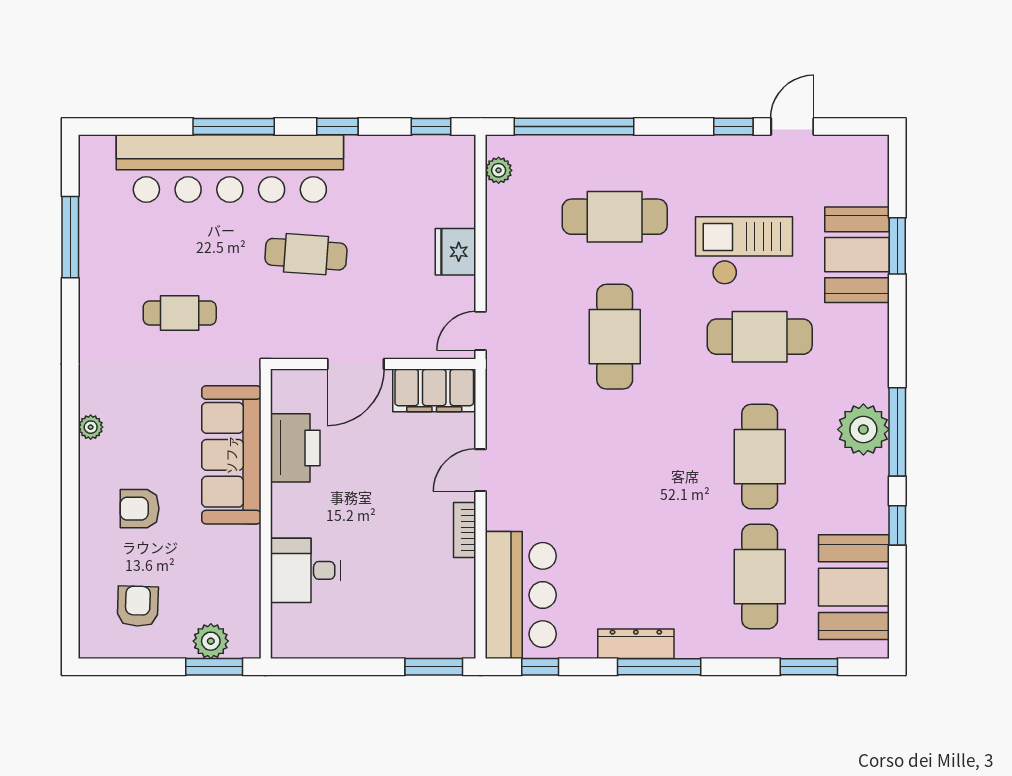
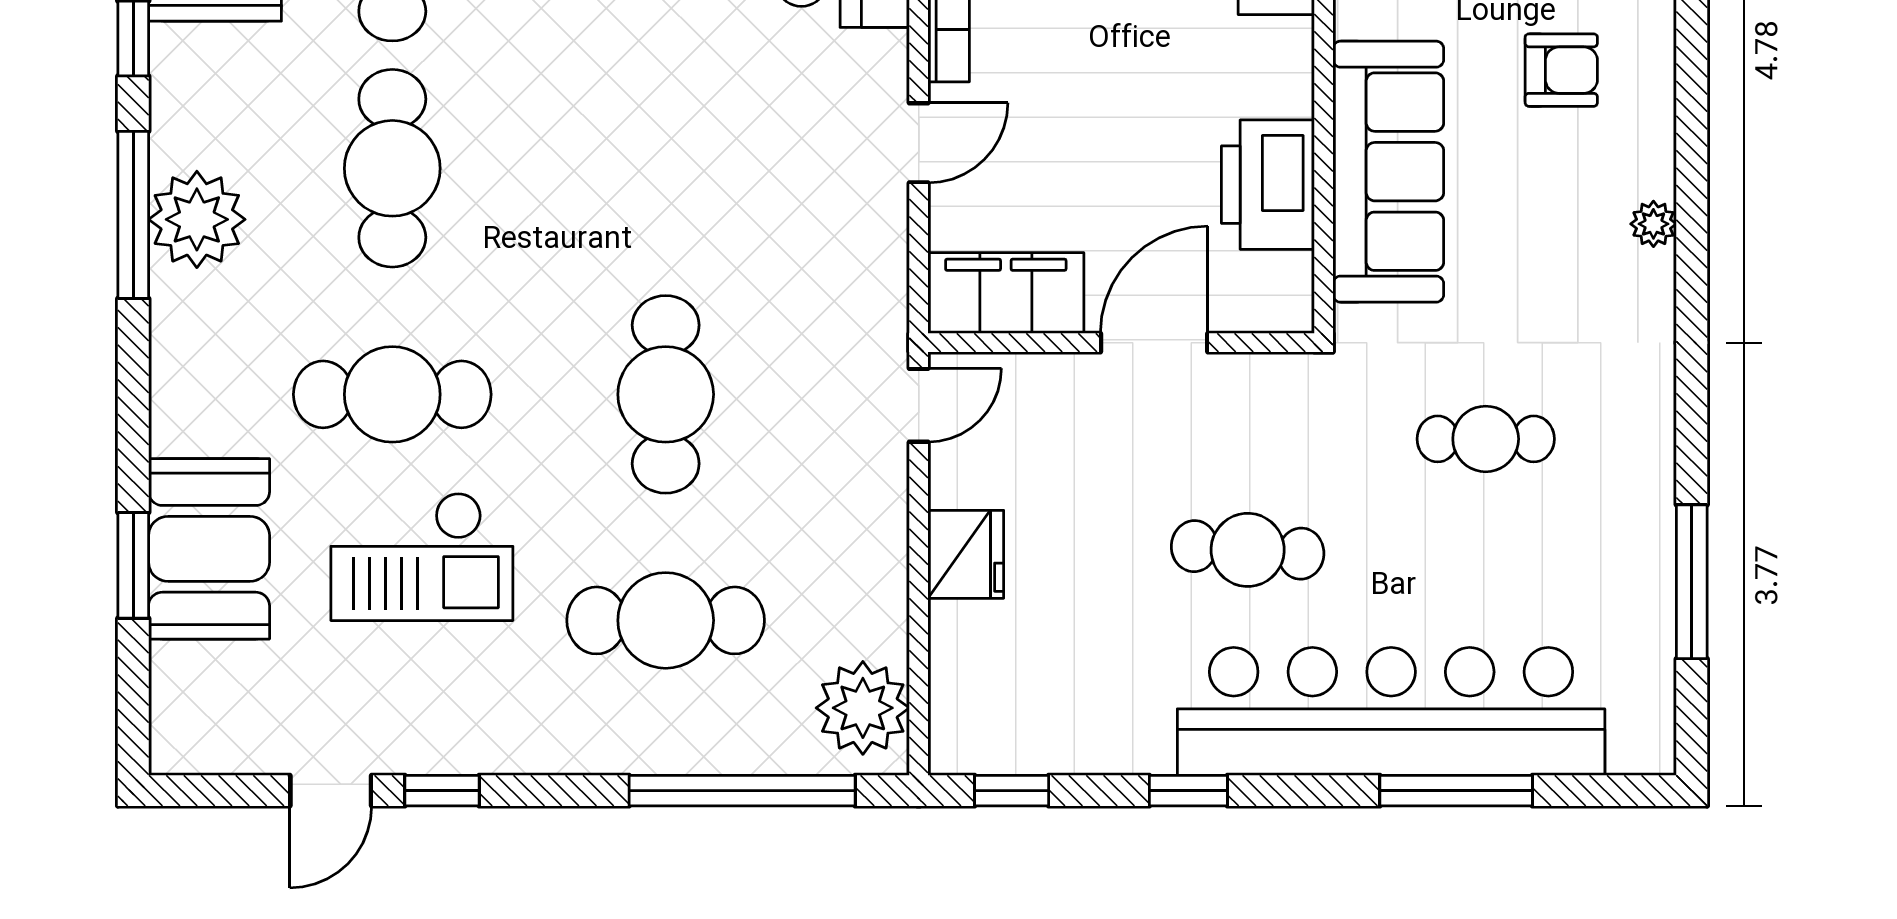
window: (234, 126) -> (1456, 791), moved
plant: (499, 170) -> (863, 708), width x1.88, depth x1.88

